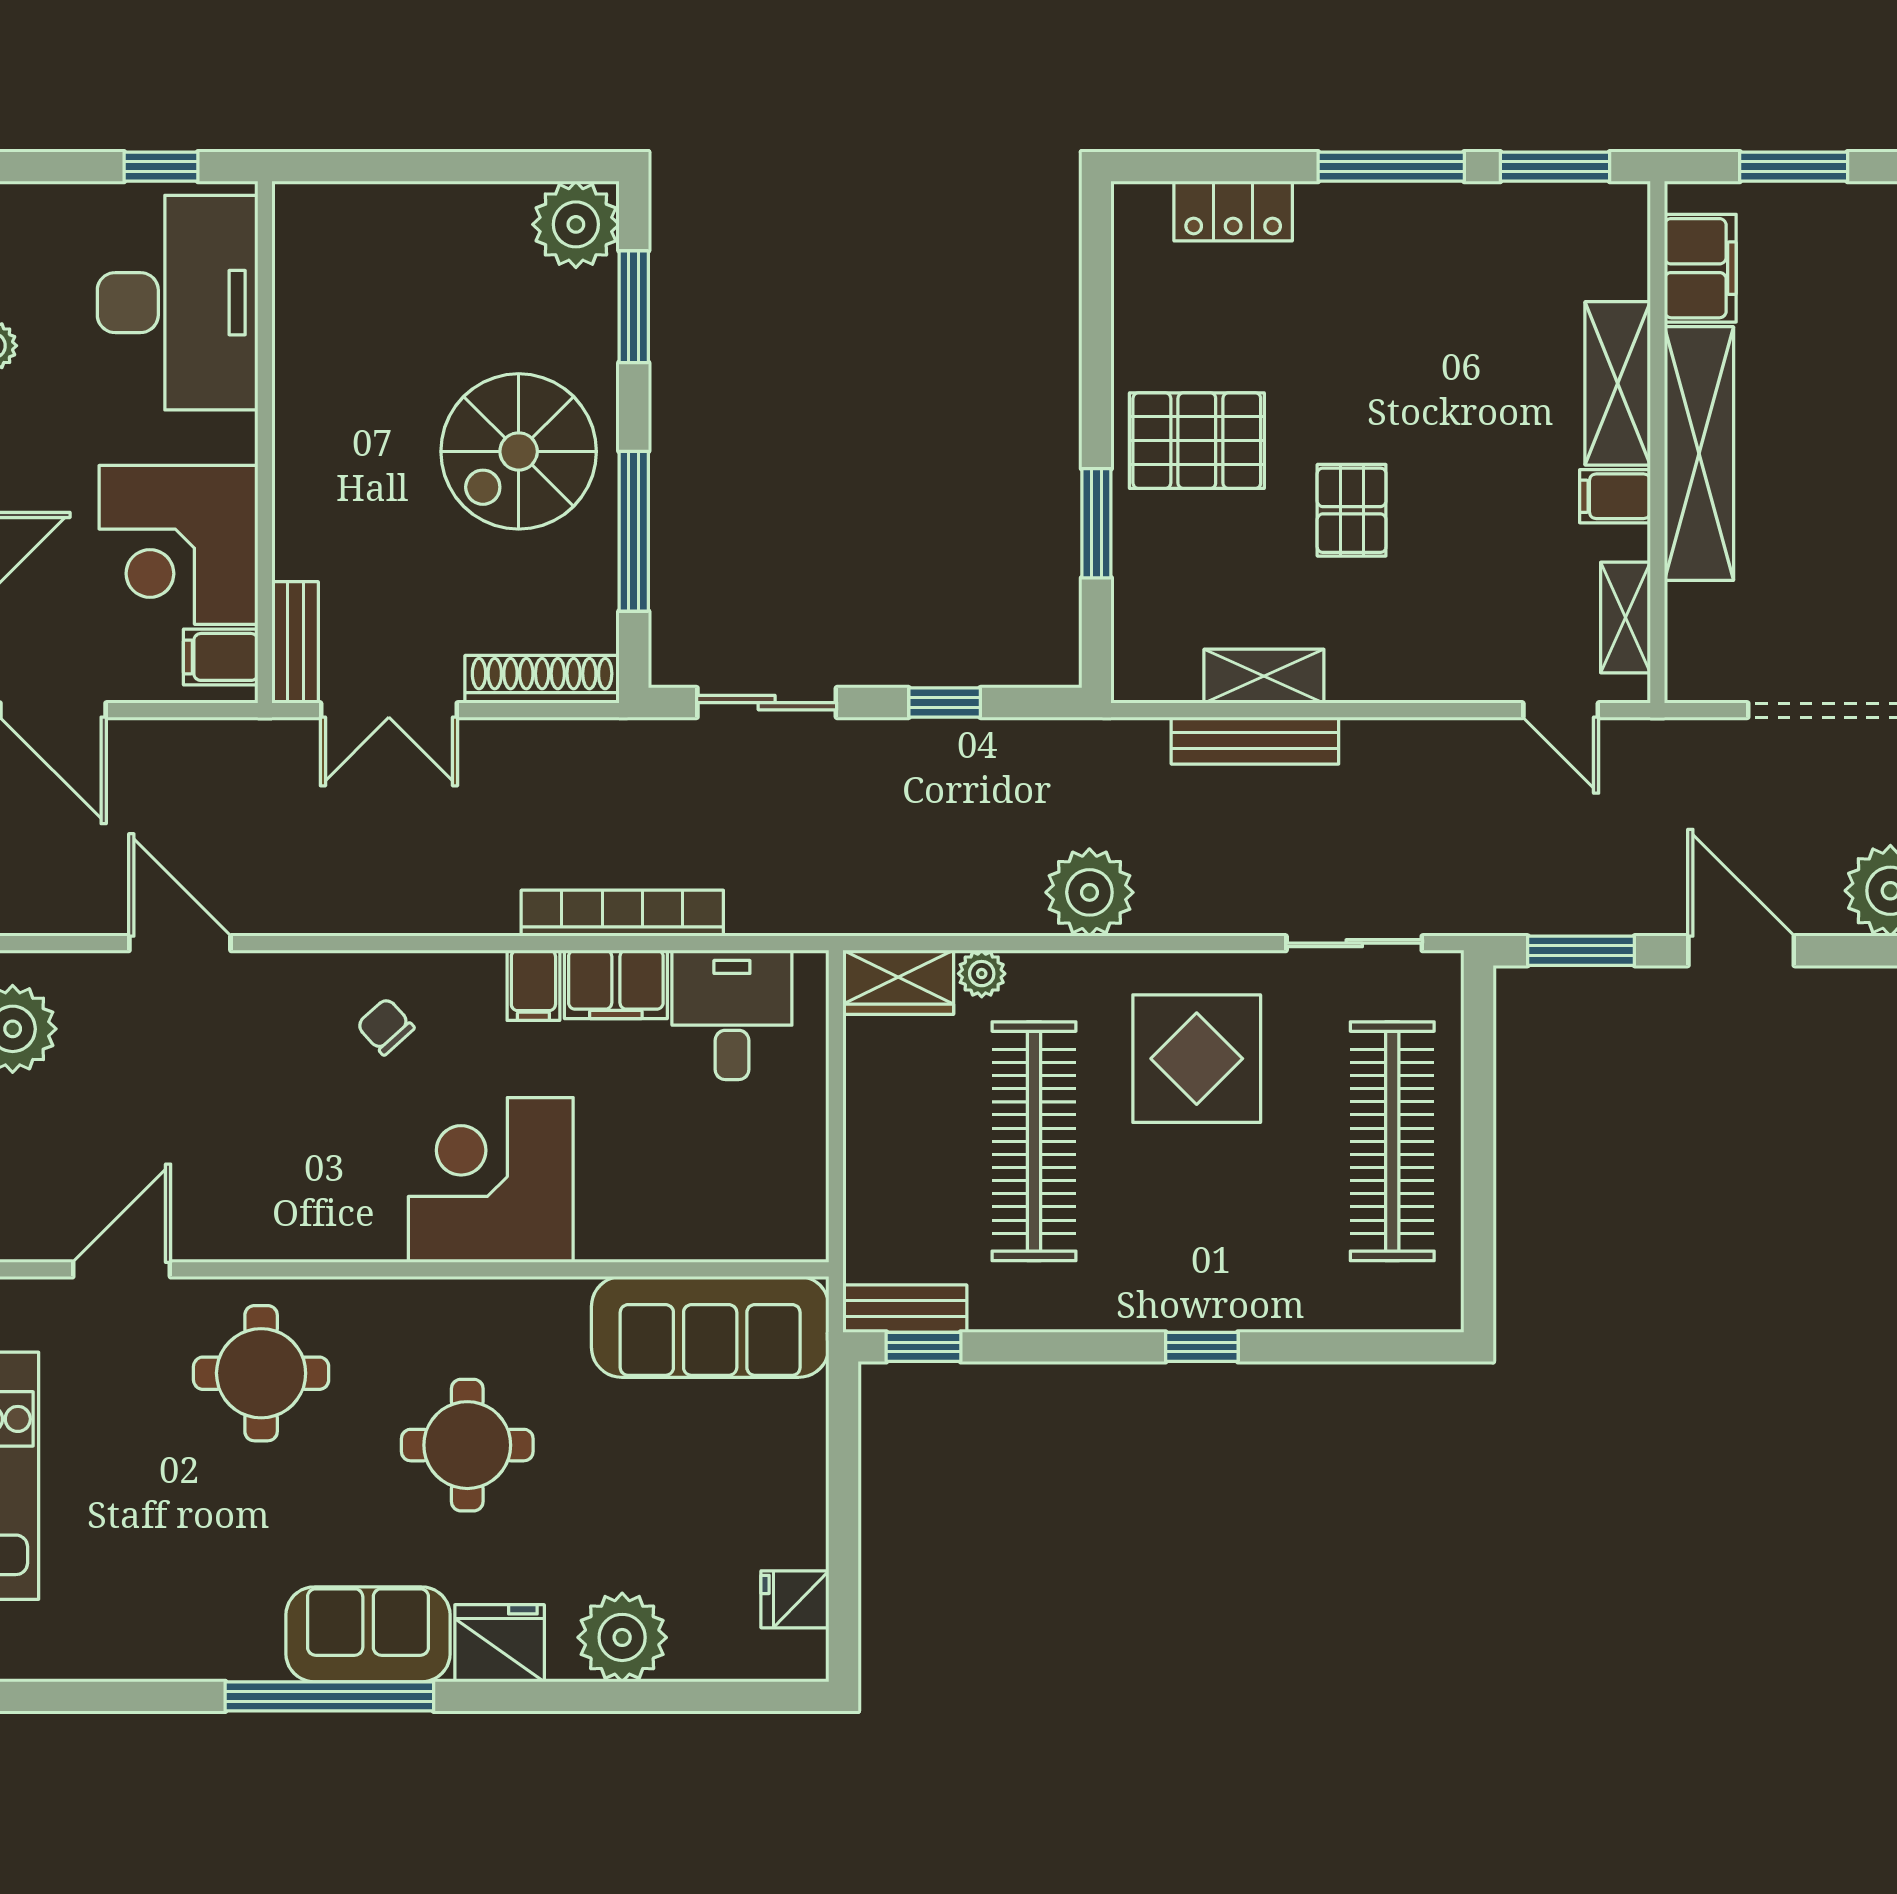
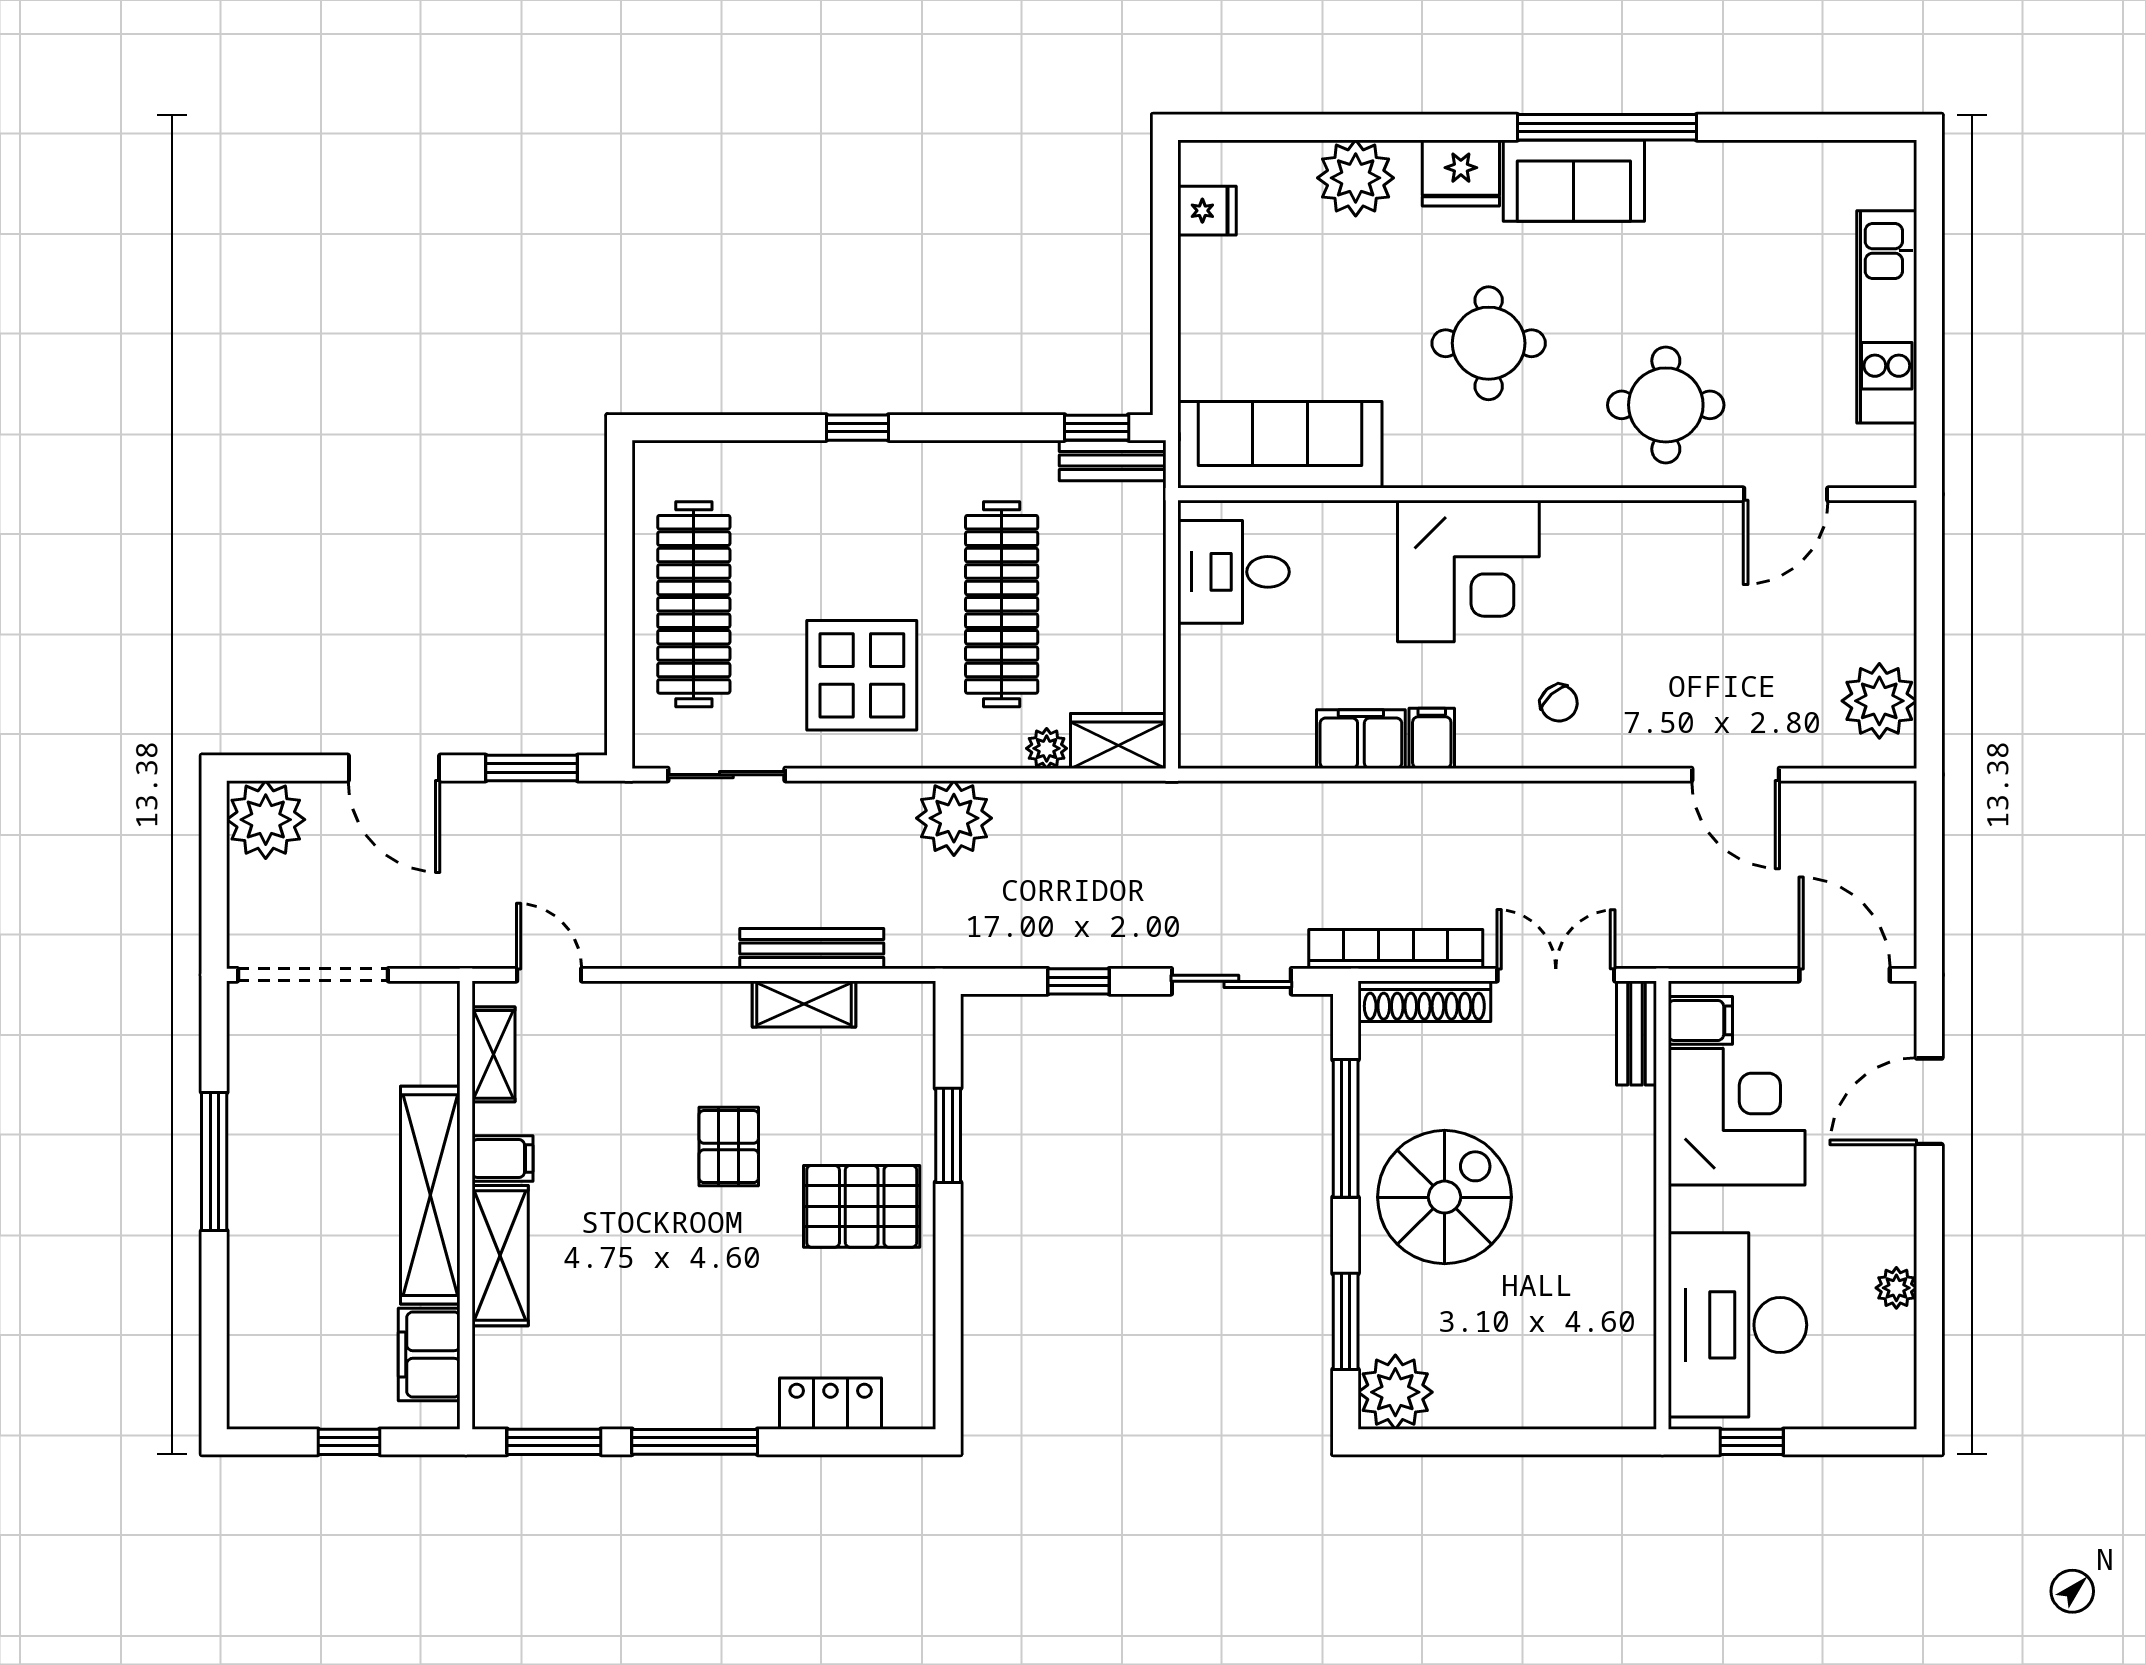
window: (1794, 167) -> (349, 1442), width x0.67
bookcase: (622, 913) -> (1396, 949), moved, turned 180
desk: (732, 1015) -> (1233, 572), moved, turned 90

